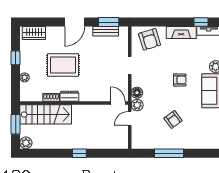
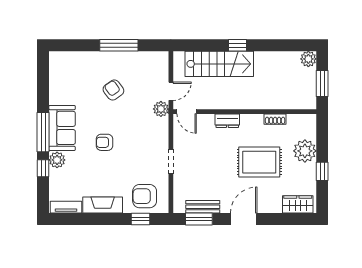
window: (201, 22) -> (141, 219), moved
armchair: (150, 39) -> (145, 196), turned -73
plant: (25, 77) -> (305, 151), width x1.87, depth x1.87
floor lamp: (137, 93) -> (161, 125), removed
dresser: (69, 96) -> (227, 121), moved
stairs: (46, 114) -> (219, 64), moved, turned 180

